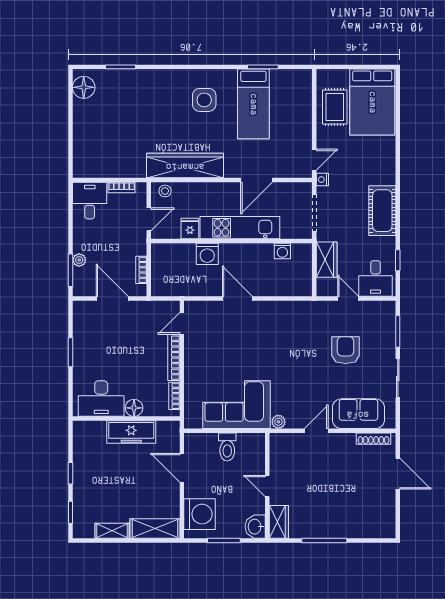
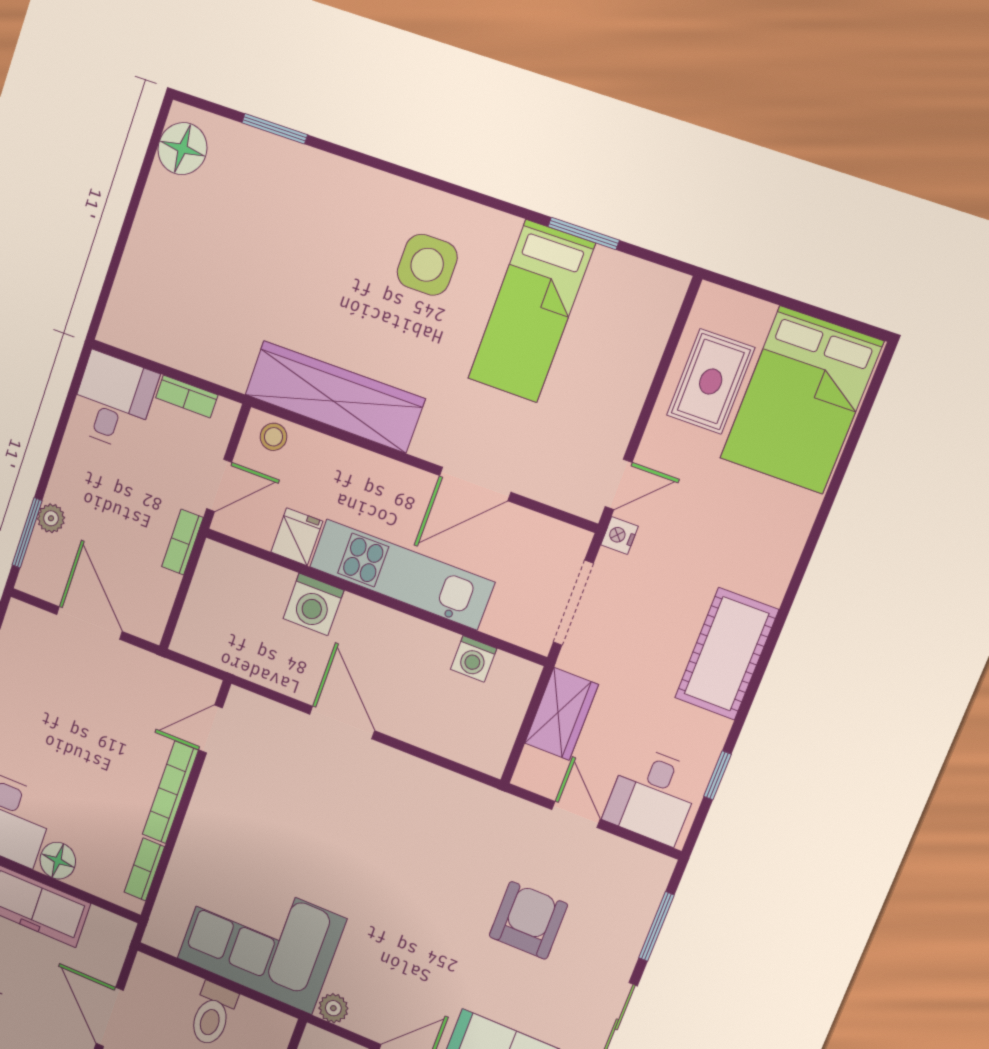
bookcase: (141, 270) -> (182, 542), moved

